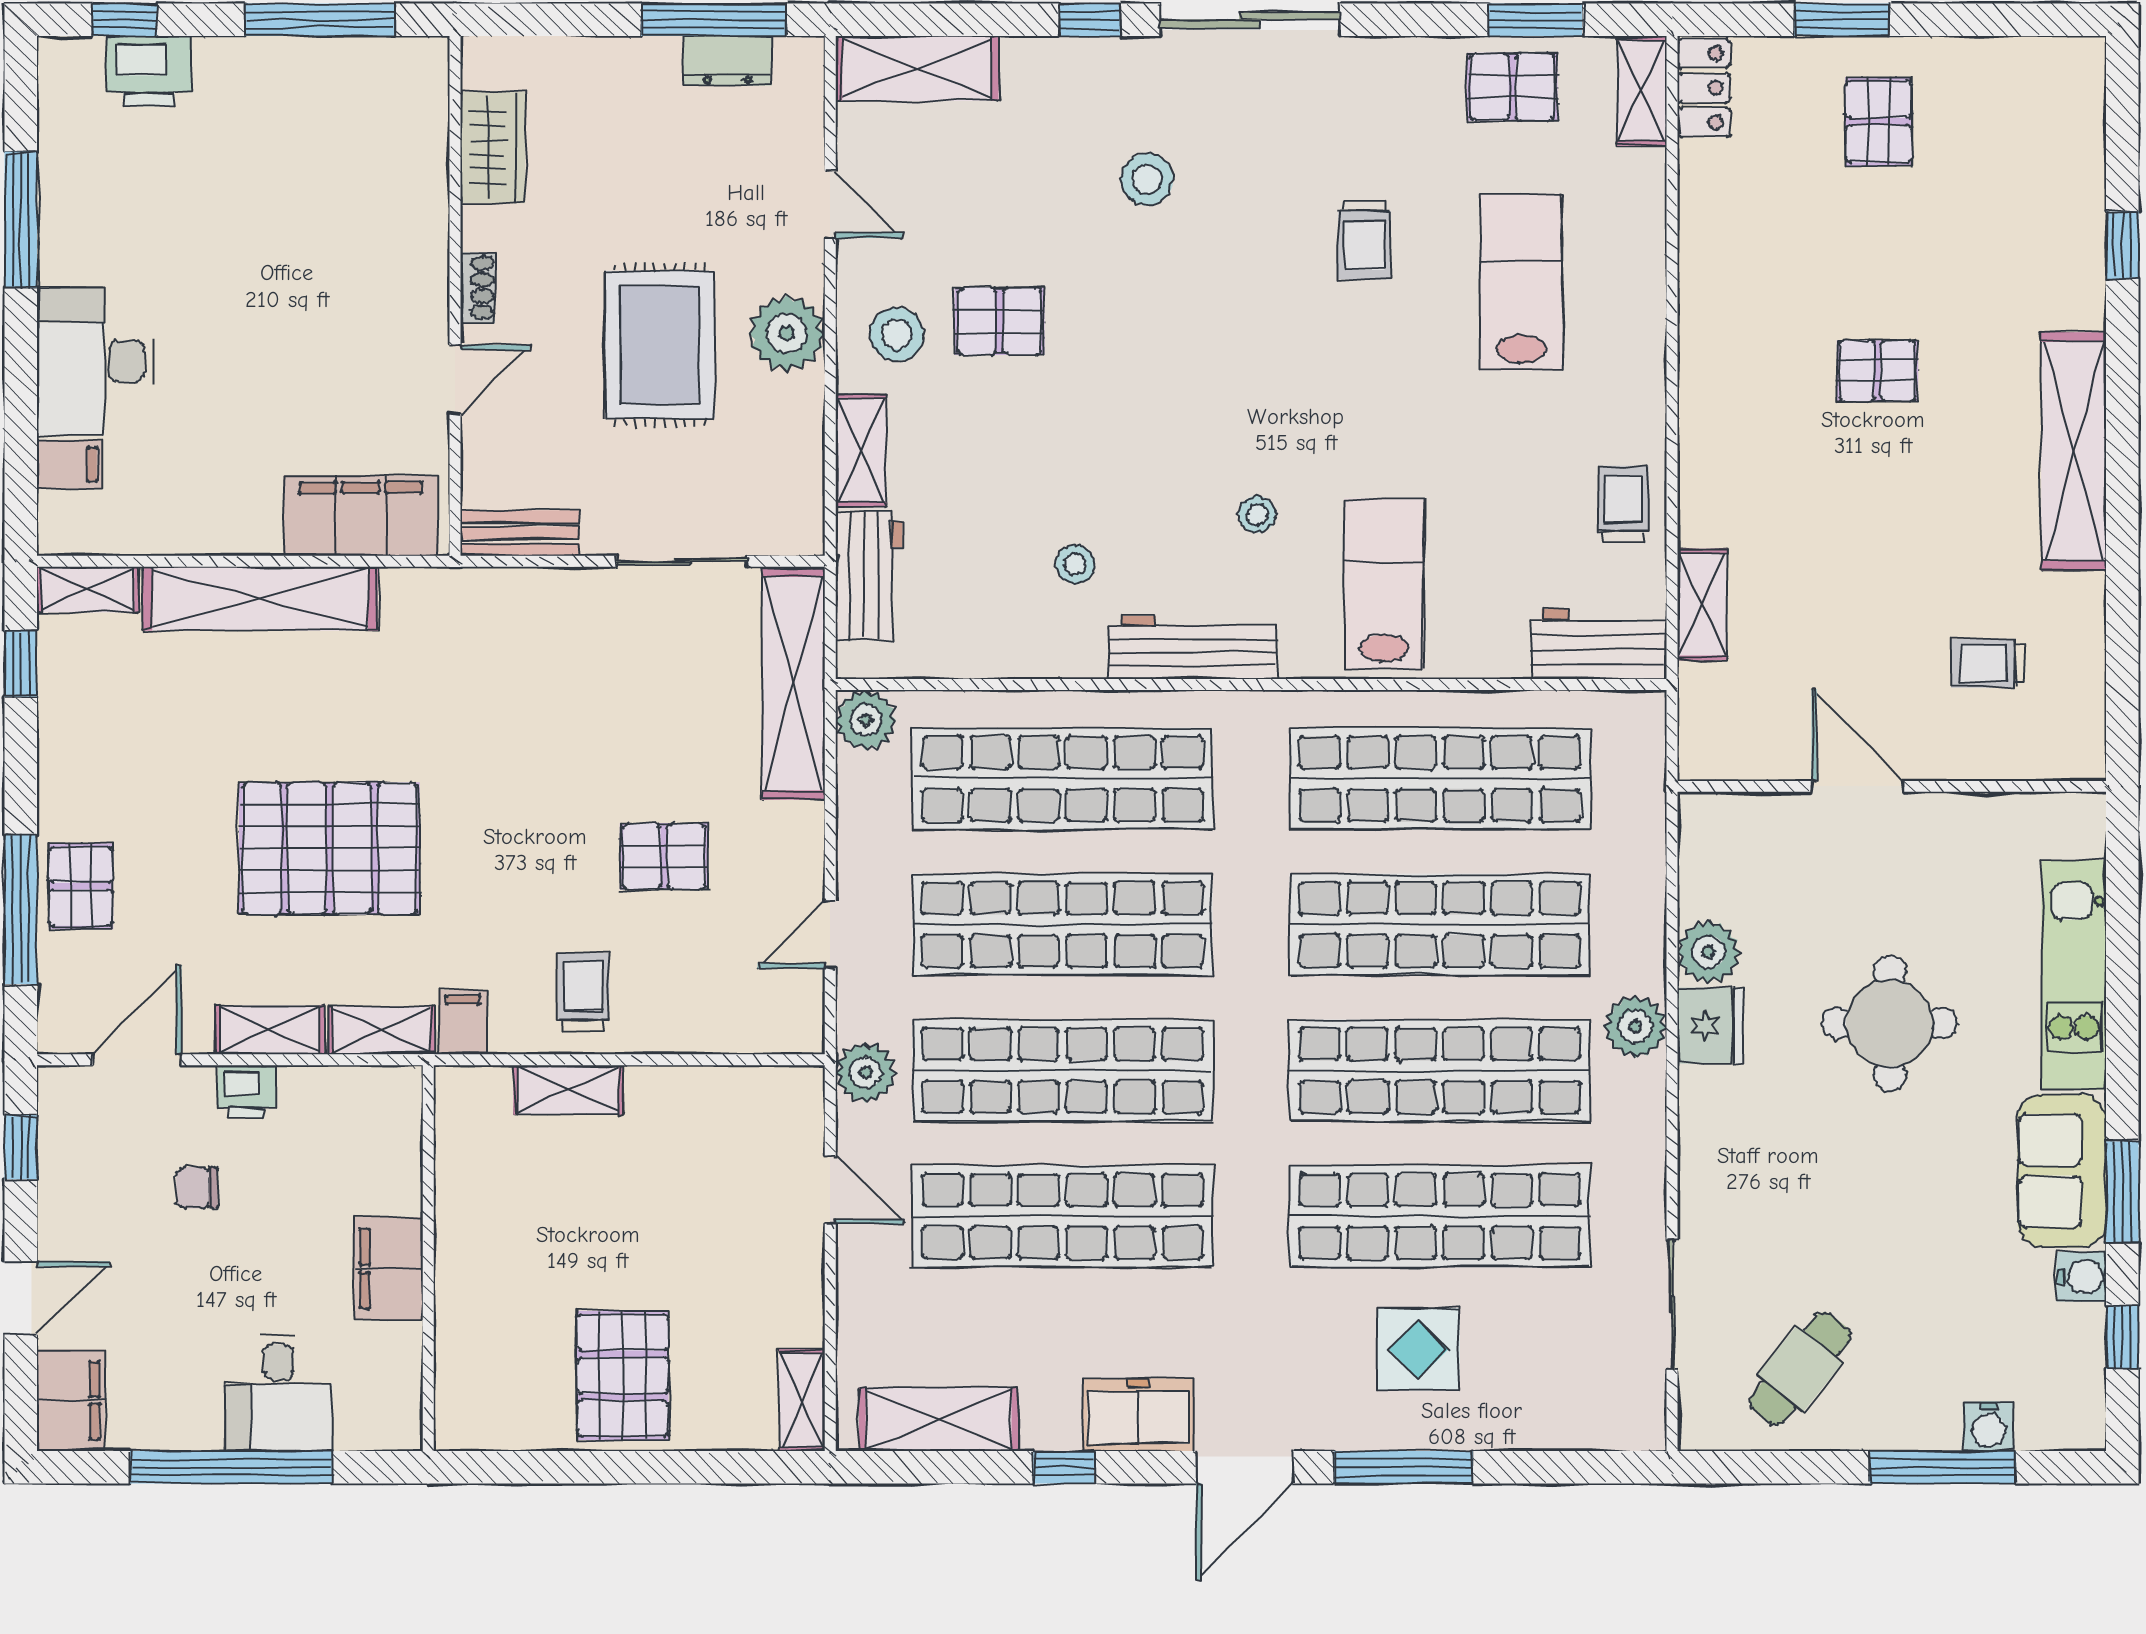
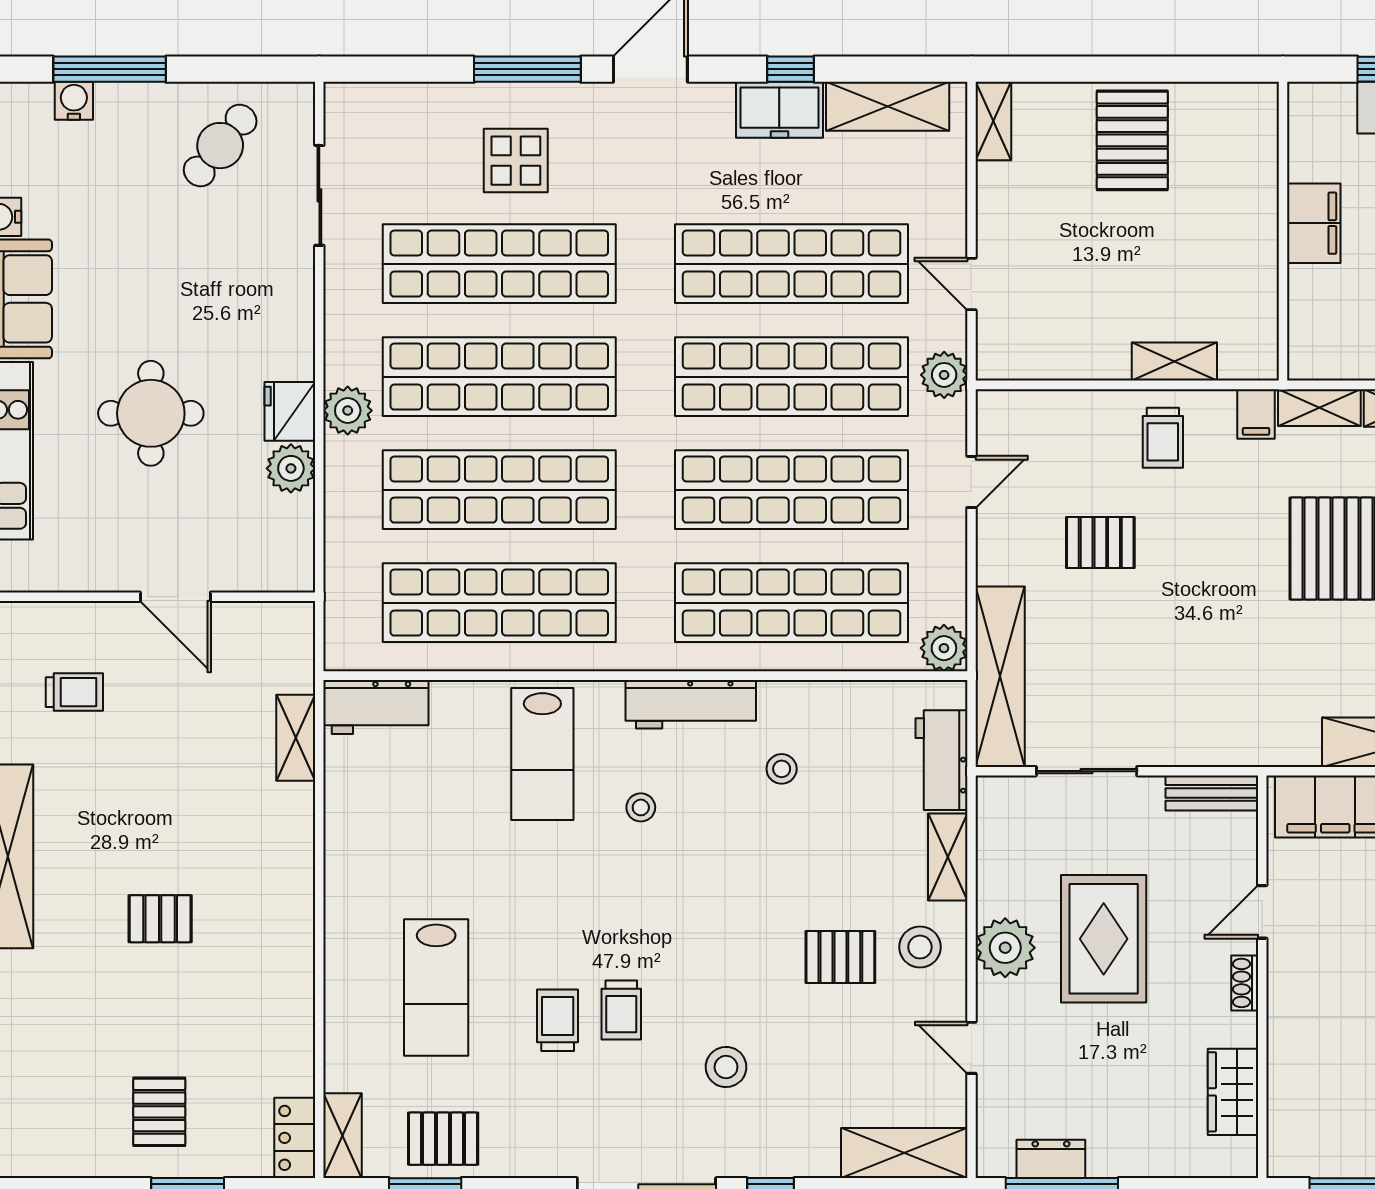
trolley: (1623, 504) -> (621, 1010), moved
freezer: (1138, 1415) -> (779, 110), moved

